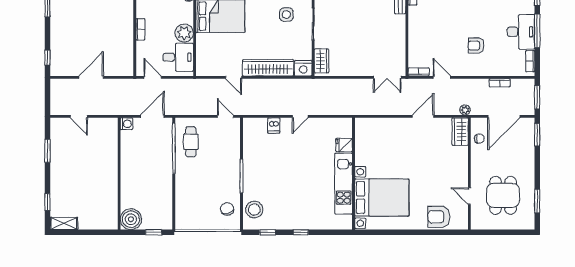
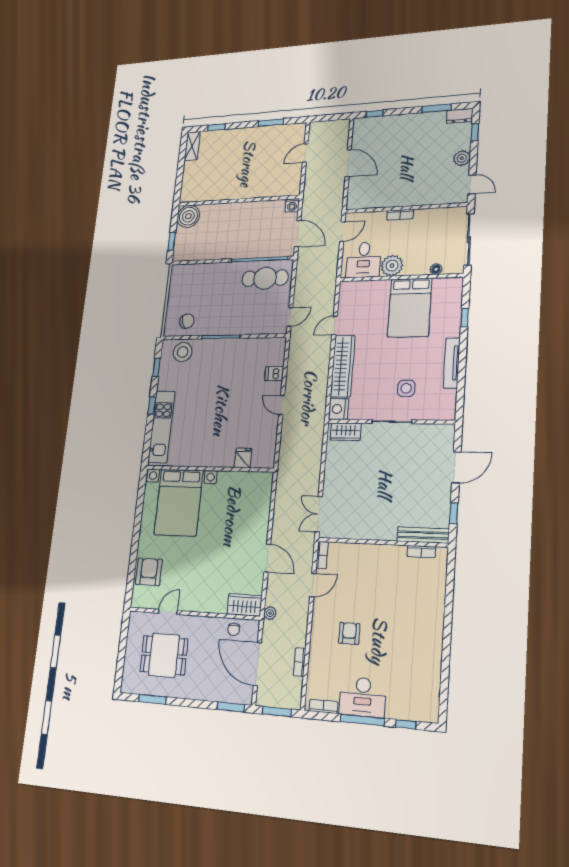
cafe table: (191, 142) -> (265, 278), width x1.37, depth x1.35
kitchen unit: (344, 184) -> (161, 427), moved, turned 90

